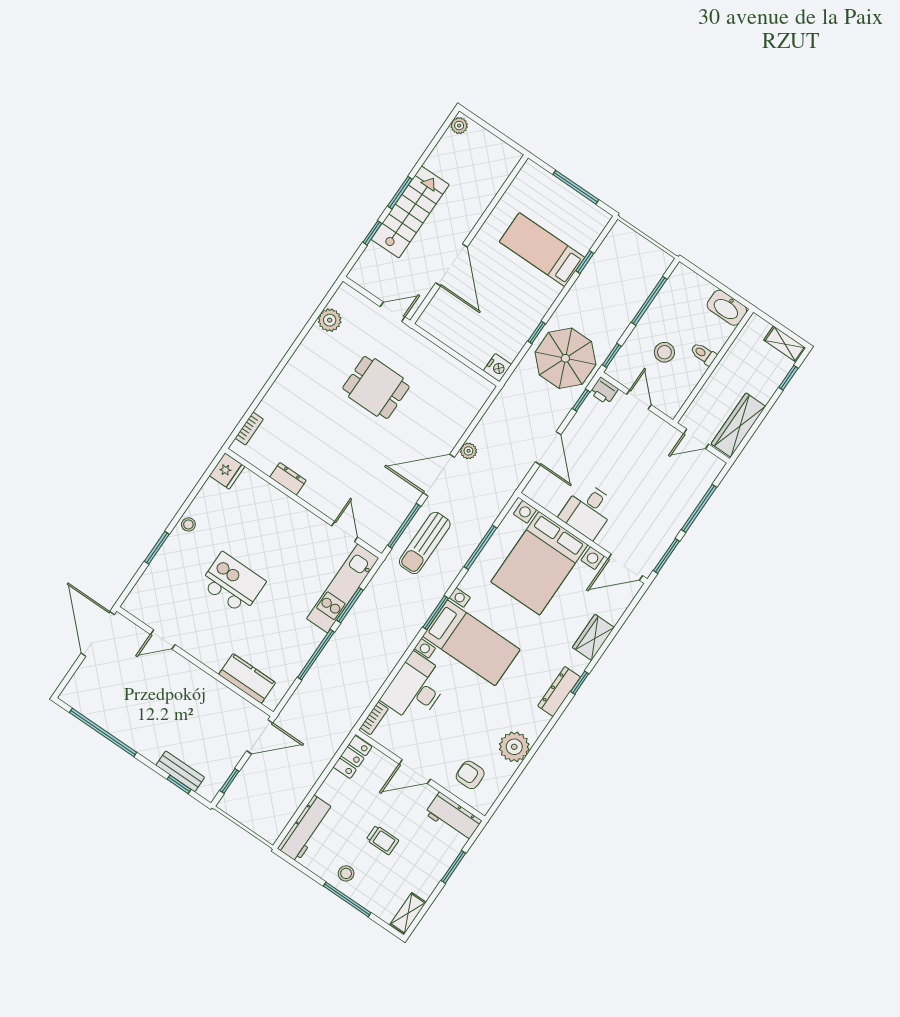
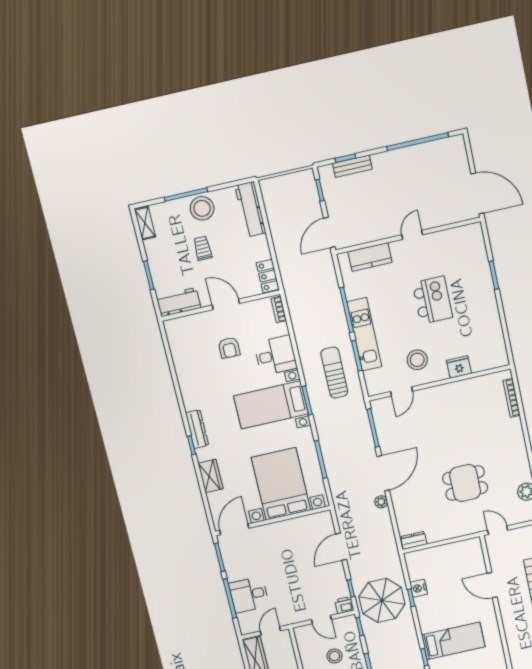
door: (451, 265) -> (492, 585), width x0.73
door: (393, 312) -> (498, 530), swing flipped
nightstand: (497, 368) -> (419, 588), moved
bookcase: (249, 429) -> (512, 398), width x1.56
door: (548, 448) -> (341, 547), hinge flipped
fridge: (227, 471) -> (459, 367), moved, turned 90
dresser: (288, 479) -> (414, 540), moved, turned 180
desk: (588, 511) -> (249, 595), moved, turned -90
stool: (188, 524) -> (417, 360), moved, width x1.89, depth x1.89
door: (345, 532) -> (401, 391), hinge flipped
sun lounger: (425, 543) -> (334, 373), moved
kitchen island: (233, 583) -> (432, 300), turned -90
kitchen unit: (343, 588) -> (364, 334), moved
door: (163, 639) -> (412, 235), moved
desk: (416, 688) -> (275, 355), width x0.73
plant: (514, 747) -> (188, 375), removed
door: (415, 772) -> (226, 304), hinge flipped
armchair: (470, 775) -> (229, 348), moved, turned 90
trolley: (382, 840) -> (203, 248), turned 90
stool: (346, 873) -> (202, 208), width x1.89, depth x1.89

